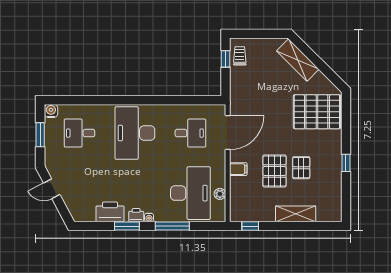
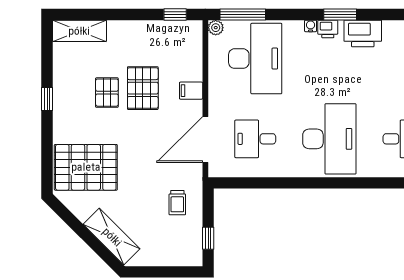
trolley: (240, 56) -> (177, 203), moved
desk: (190, 193) -> (255, 59), turned 180
plant: (220, 194) -> (216, 28), moved
shelving: (296, 214) -> (79, 31), moved
window: (172, 226) -> (243, 14), moved

